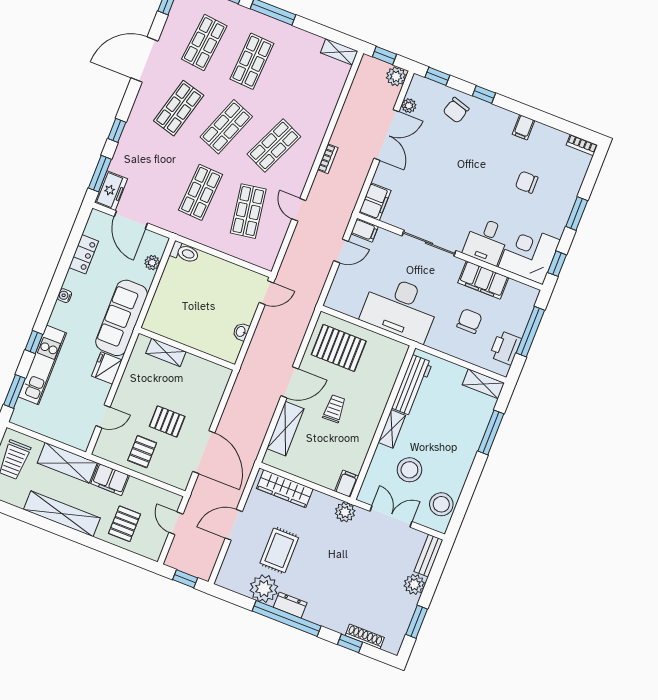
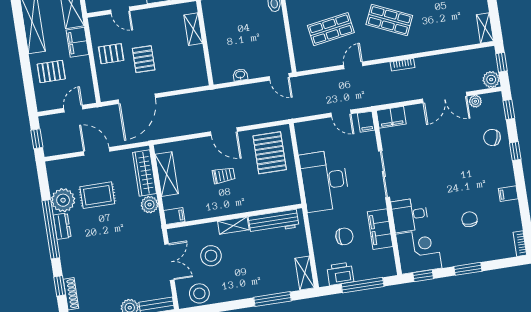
shelving: (285, 429) -> (167, 174), moved, turned 90
plant: (345, 512) -> (150, 205), moved

